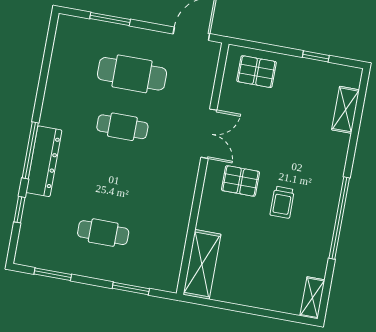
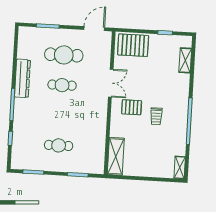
pallet: (257, 72) -> (133, 45), width x1.50, depth x1.42
dresser: (44, 161) -> (22, 78), moved

